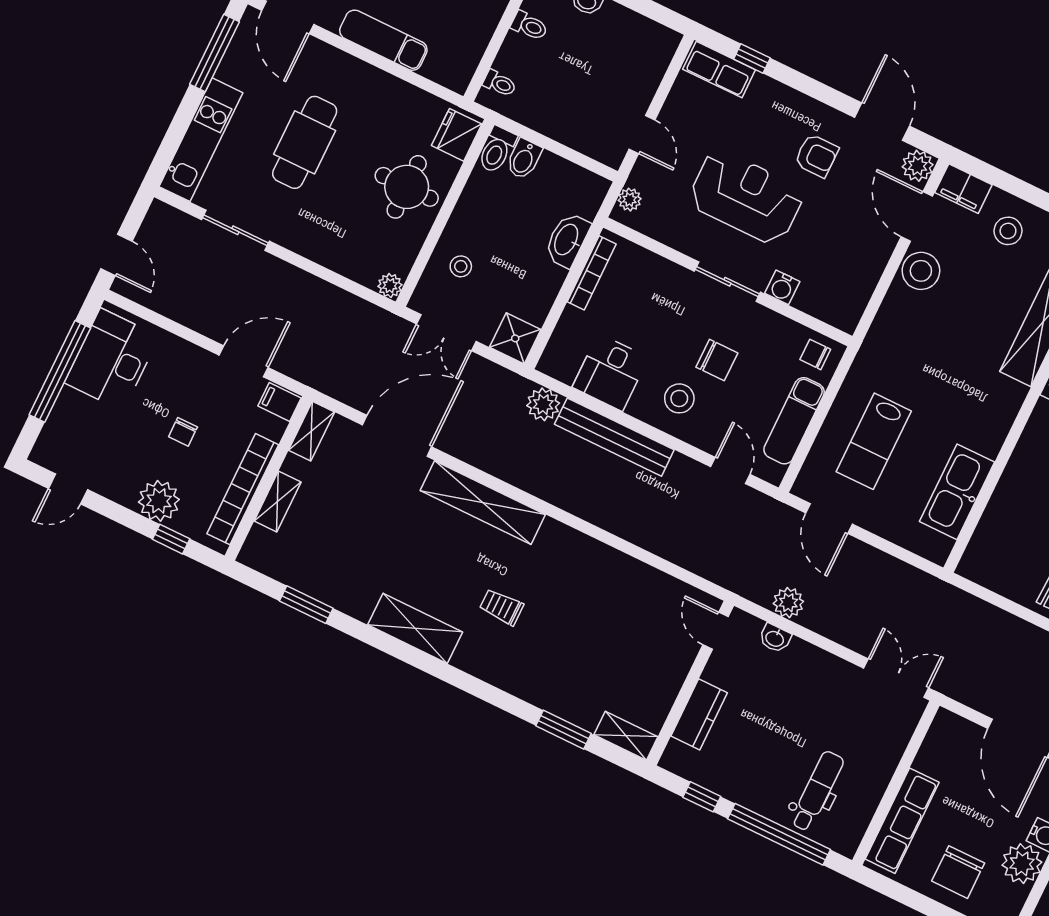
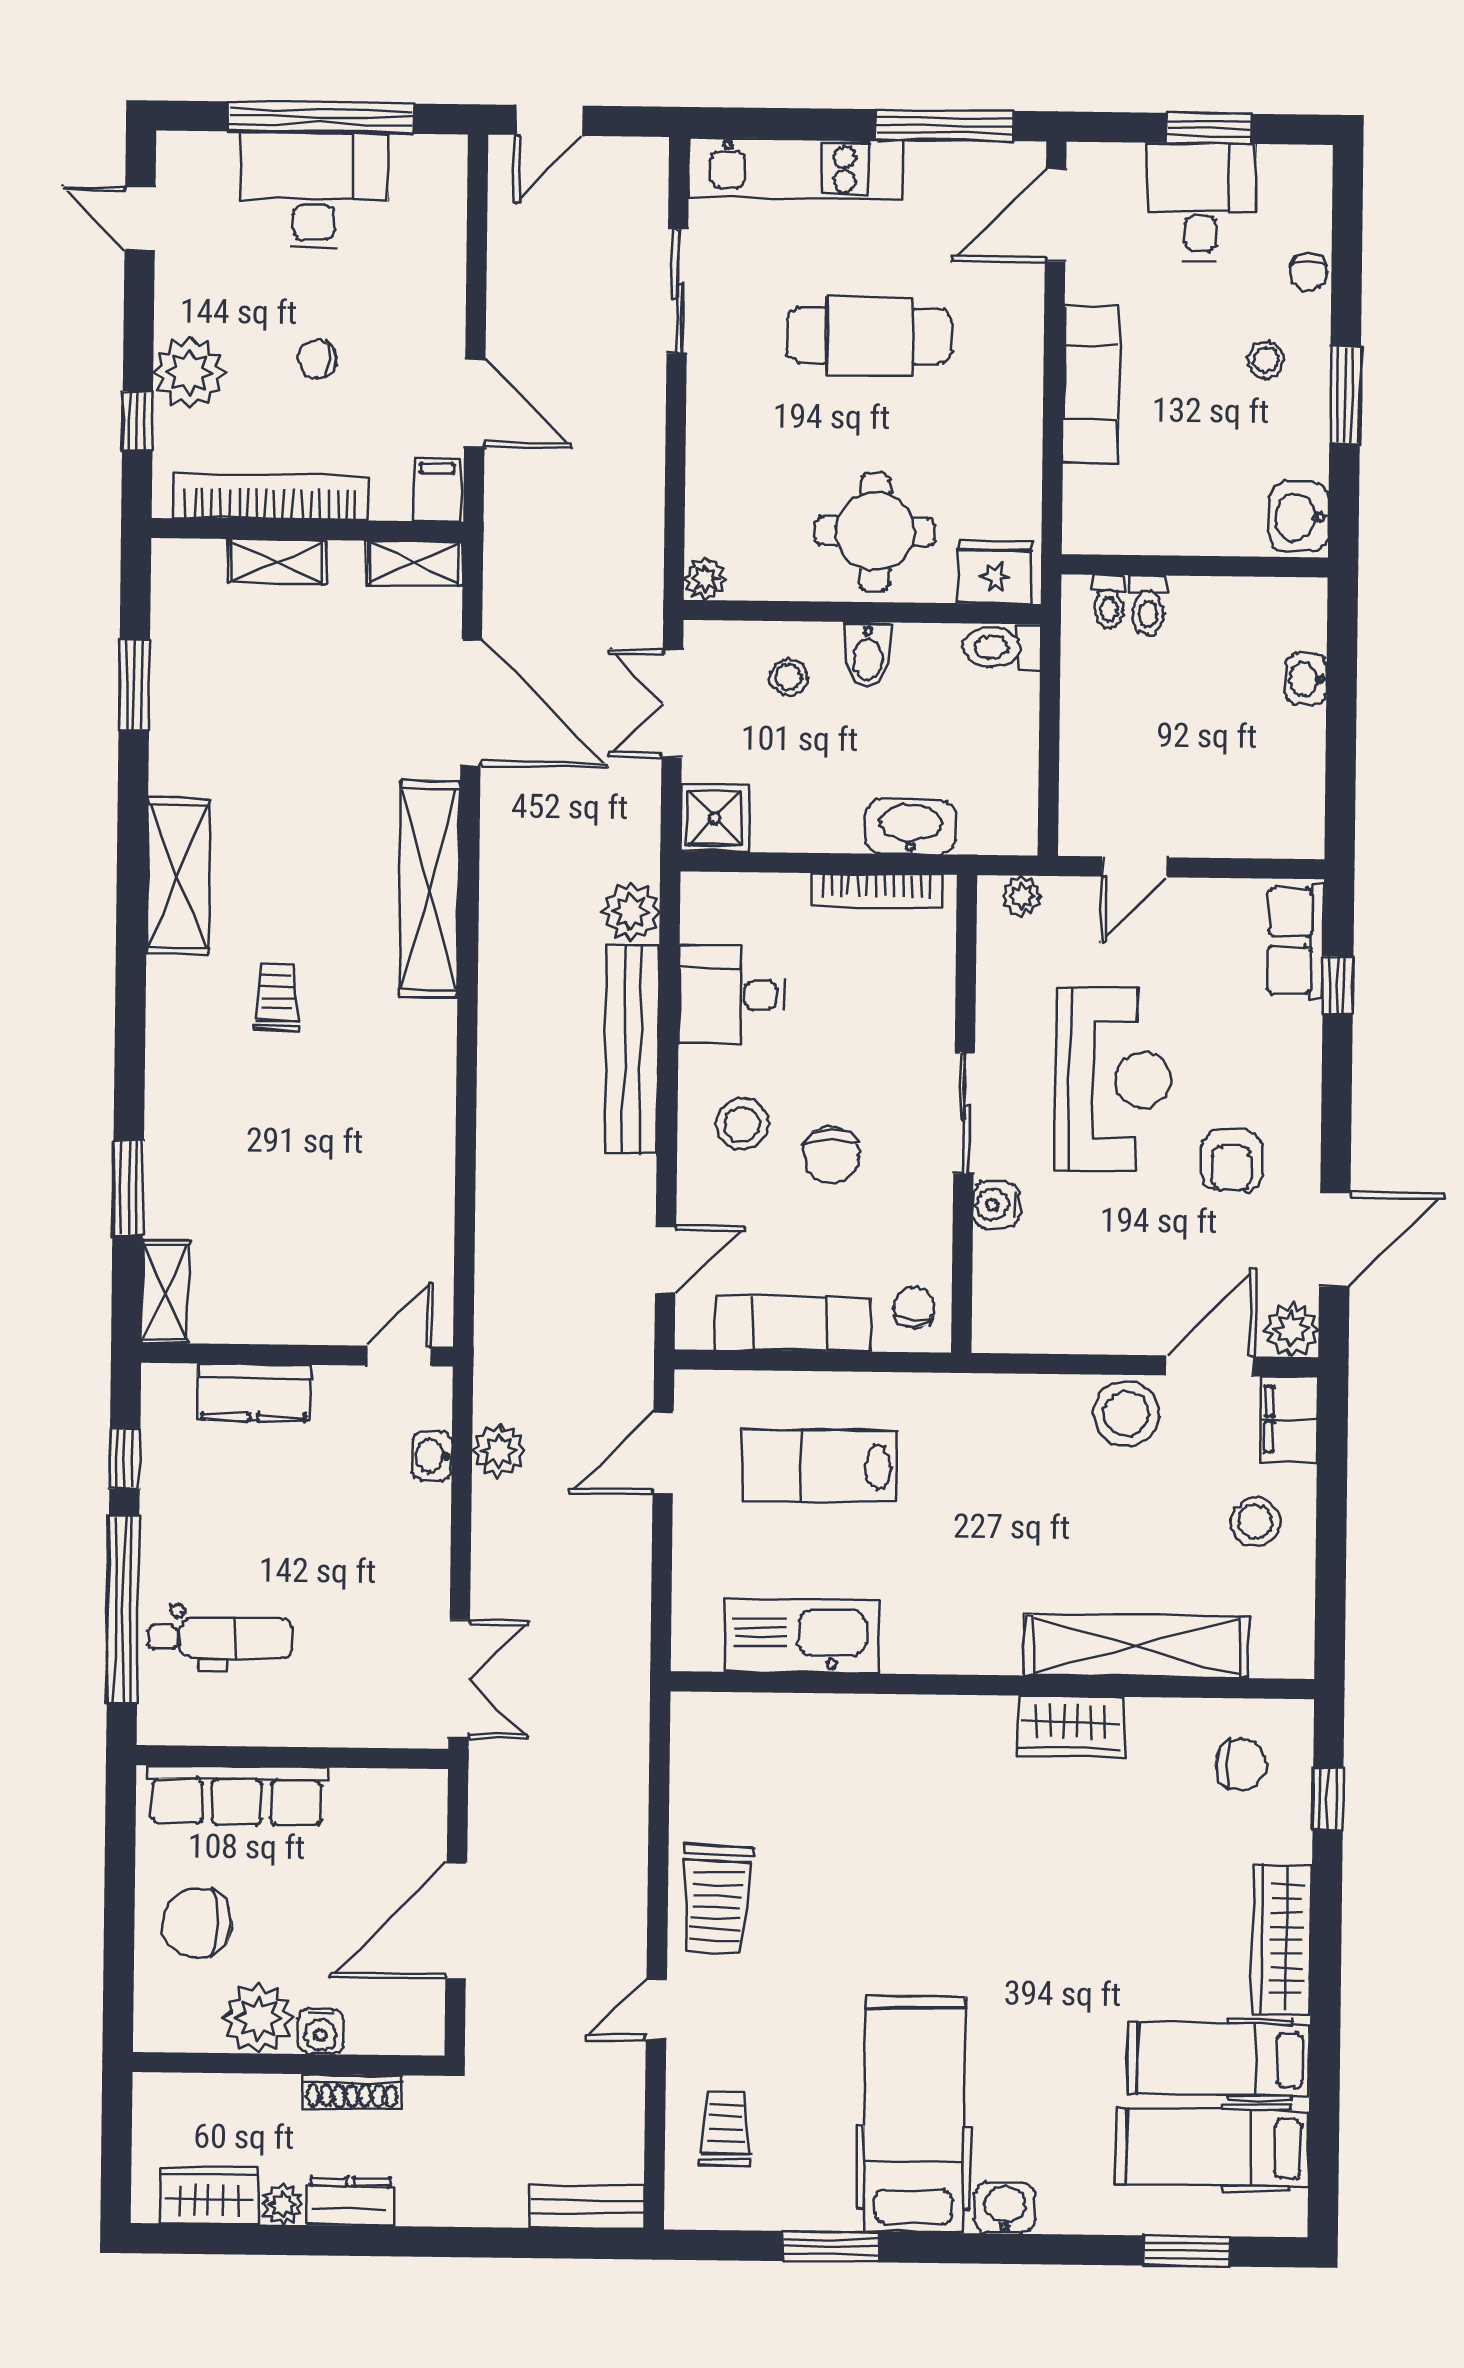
toilet: (529, 26) -> (1148, 605), moved
bidet: (524, 159) -> (868, 655), moved, turned -90
desk: (112, 360) -> (314, 191), moved

